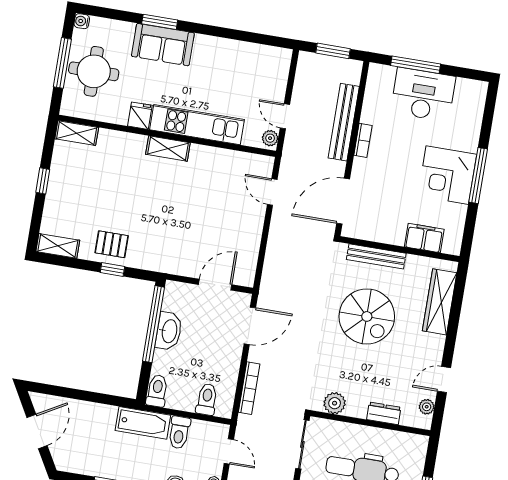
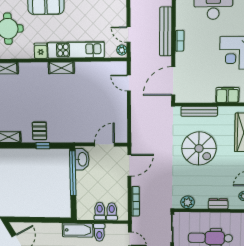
pallet: (112, 244) -> (39, 131), turned 90
washbasin: (169, 331) -> (82, 159), moved
toilet: (157, 391) -> (100, 211), moved

